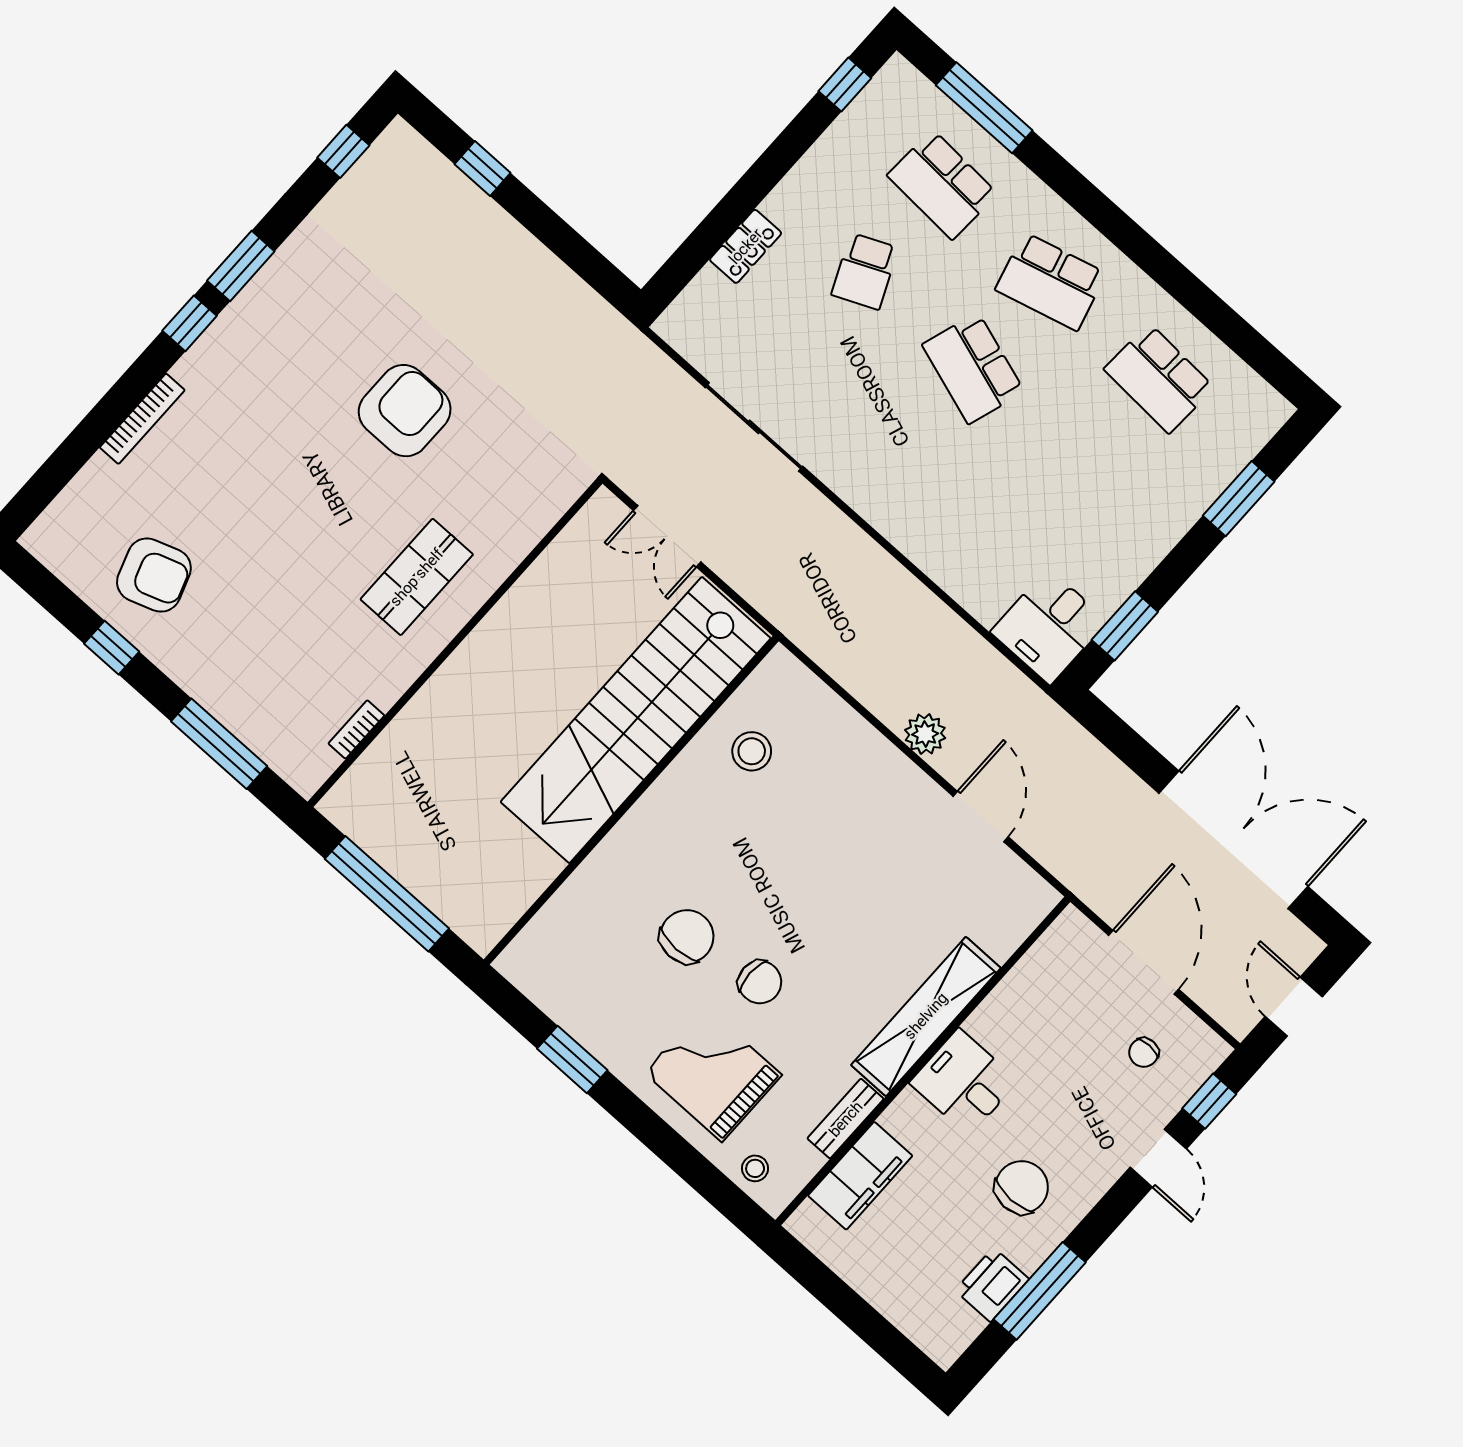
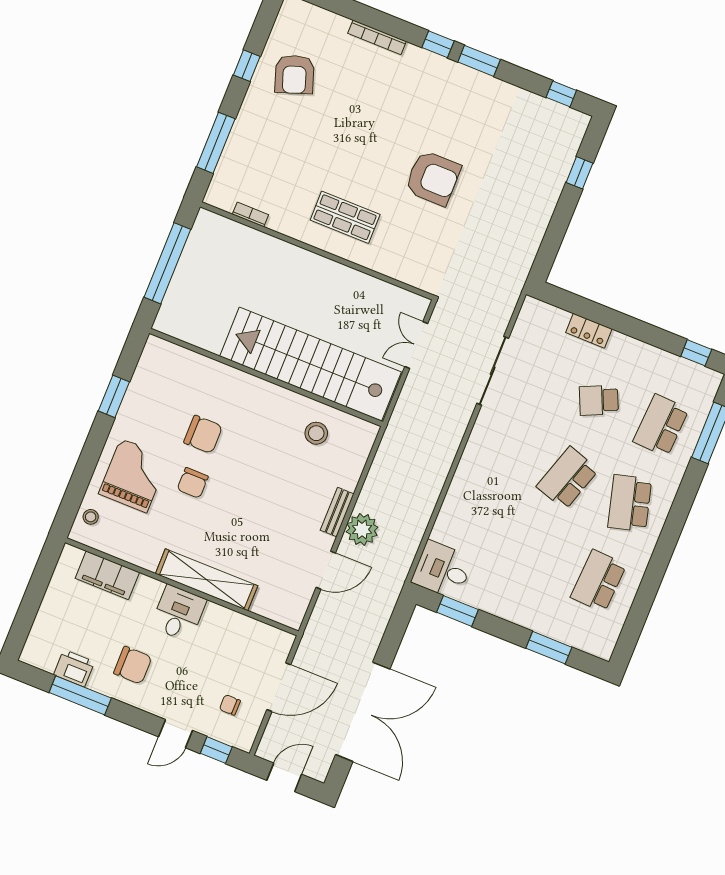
plant: (925, 734) -> (362, 530), width x1.36, depth x1.36
bench: (846, 1119) -> (337, 512), moved, turned 90

